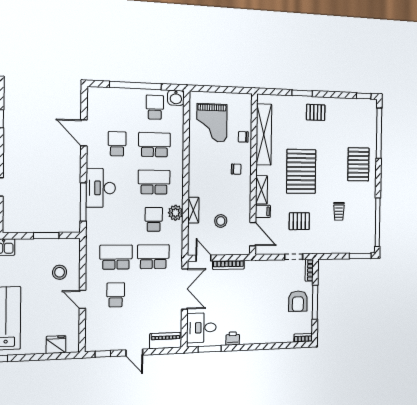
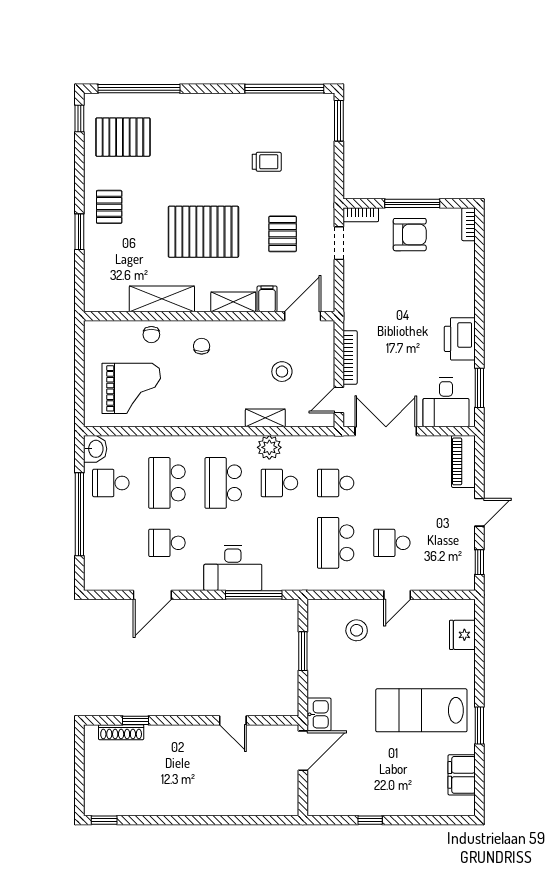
shelving: (264, 134) -> (162, 299), width x0.68
pallet: (358, 164) -> (123, 137), moved
school desk: (153, 257) -> (336, 483), width x0.54
printer: (233, 338) -> (460, 339), width x1.87, depth x1.48

